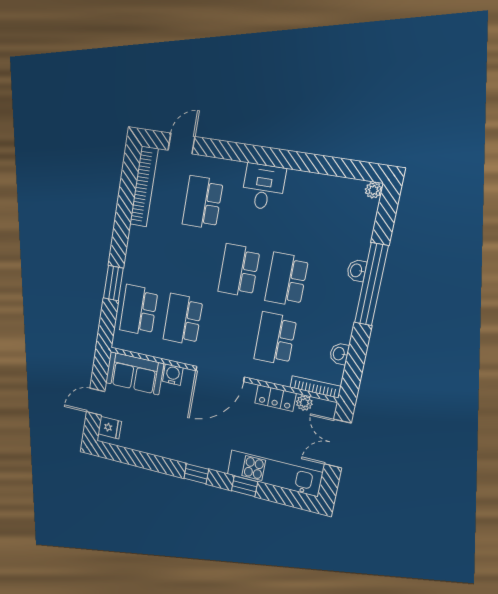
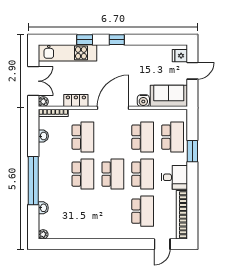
desk: (263, 187) -> (174, 177), moved, turned -90
school desk: (193, 262) -> (143, 174), added
washbasin: (357, 270) -> (43, 208), moved
plant: (304, 403) -> (43, 102), moved

